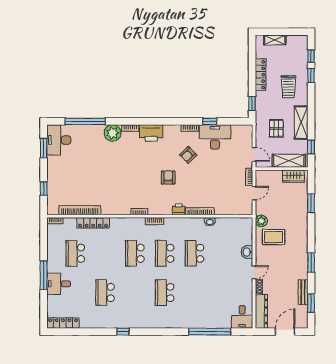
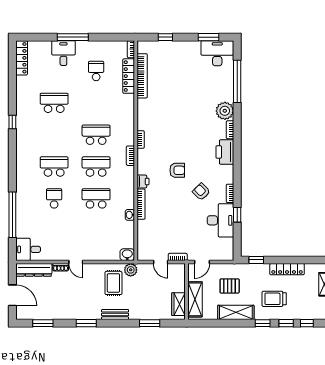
window: (311, 147) -> (263, 323), moved
locker: (93, 223) -> (129, 76), moved
washbasin: (247, 252) -> (127, 255), moved
school desk: (75, 253) -> (96, 71), width x0.54
bench: (303, 292) -> (115, 314), moved
school desk: (194, 293) -> (54, 198), added

